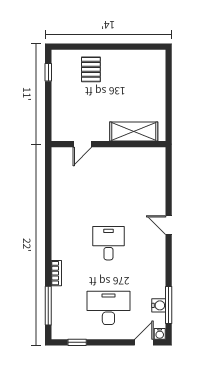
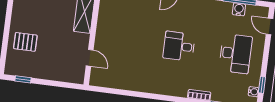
desk: (108, 308) -> (235, 54), turned 180
water cooler: (160, 334) -> (253, 92), moved

